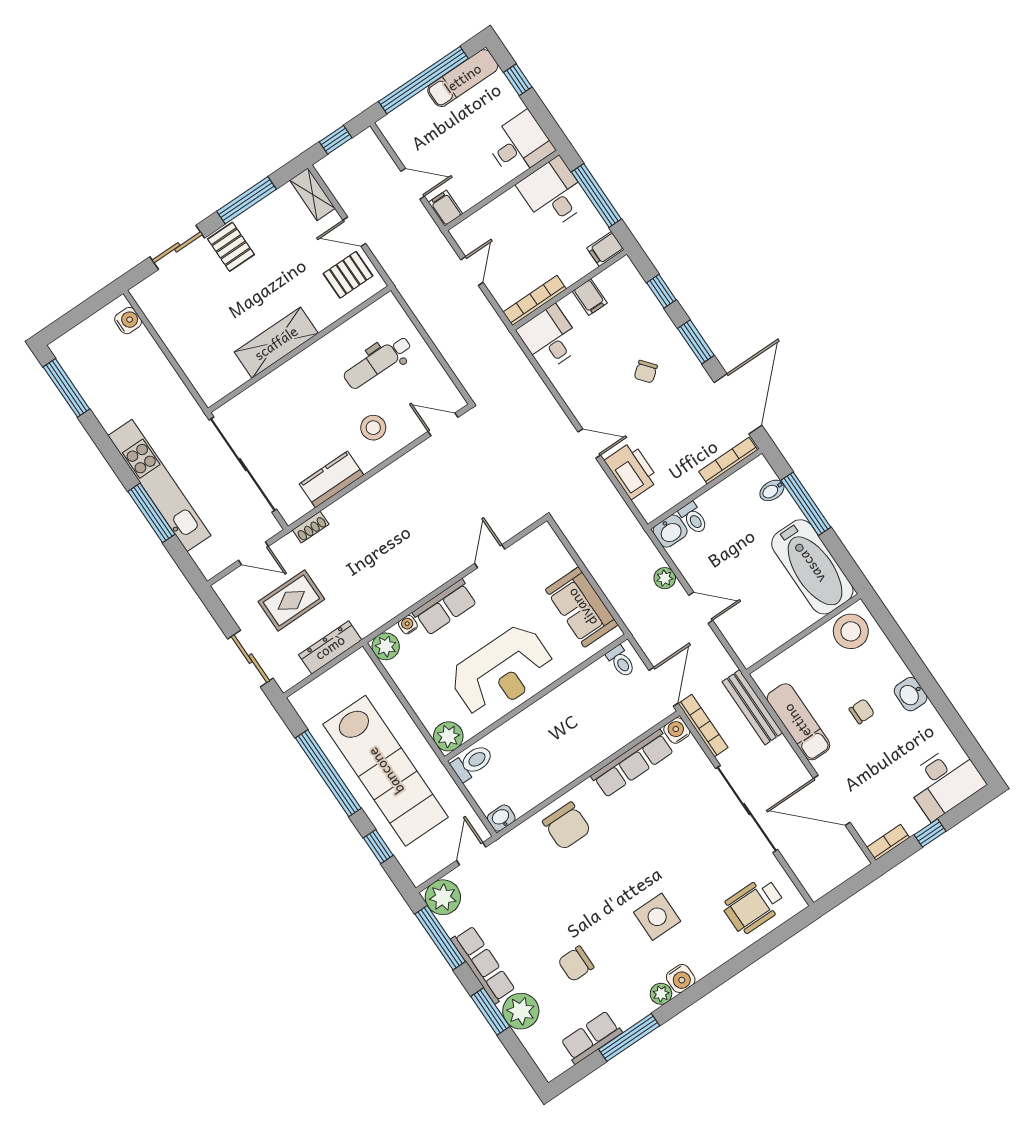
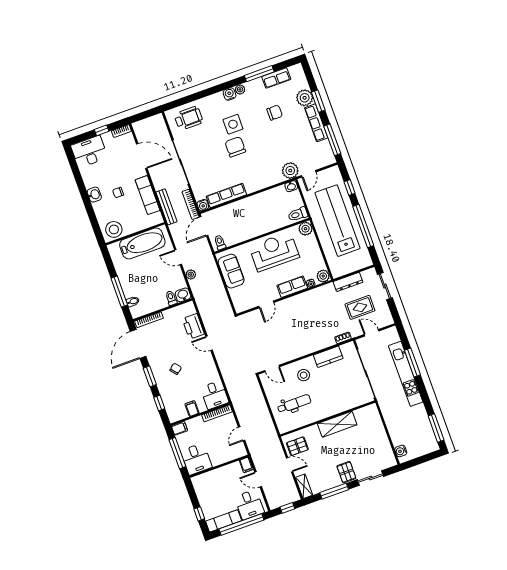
desk: (520, 145) -> (249, 505), moved, turned -90
bathtub: (812, 567) -> (142, 243), moved, turned 90
chair: (567, 826) -> (235, 147), moved
plant: (443, 897) -> (290, 171), moved

